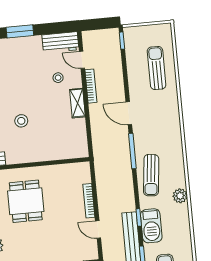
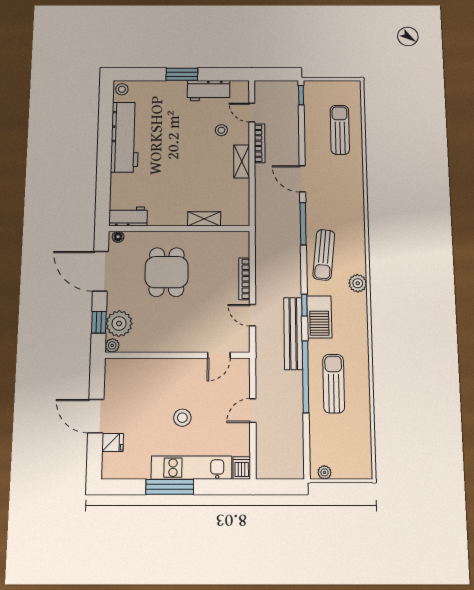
workbench: (60, 42) -> (208, 91), moved
stool: (21, 121) -> (172, 176), removed
shelving: (51, 155) -> (204, 219), added

